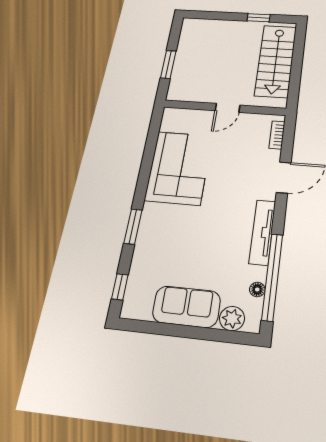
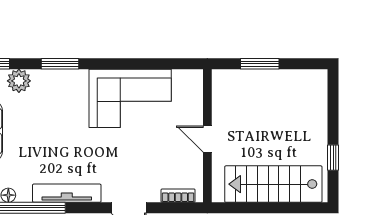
plant: (142, 267) -> (19, 81), added

